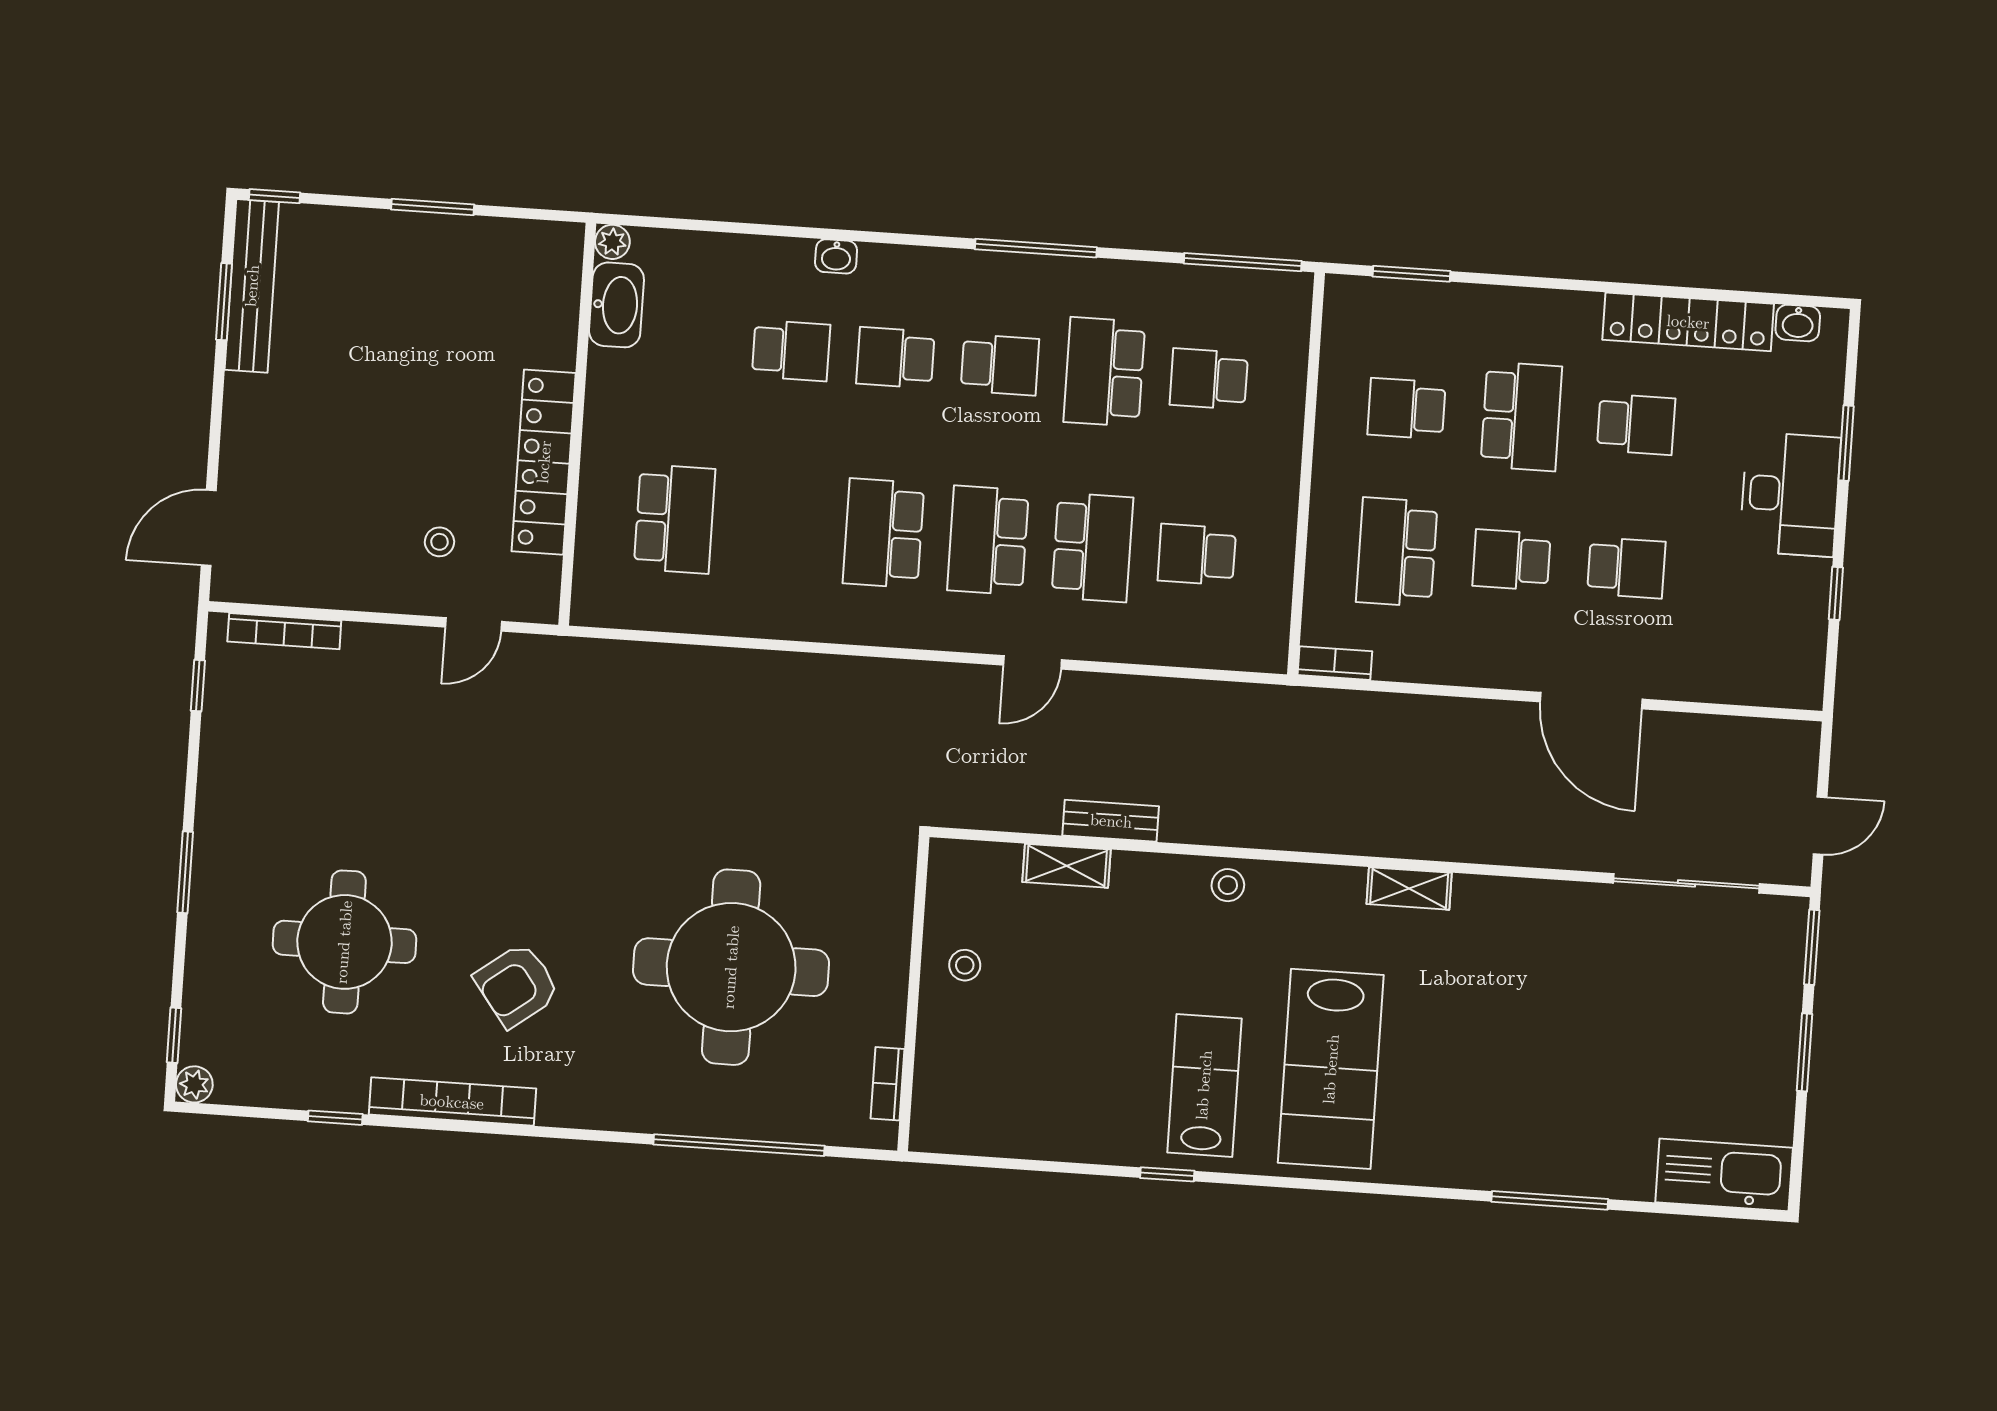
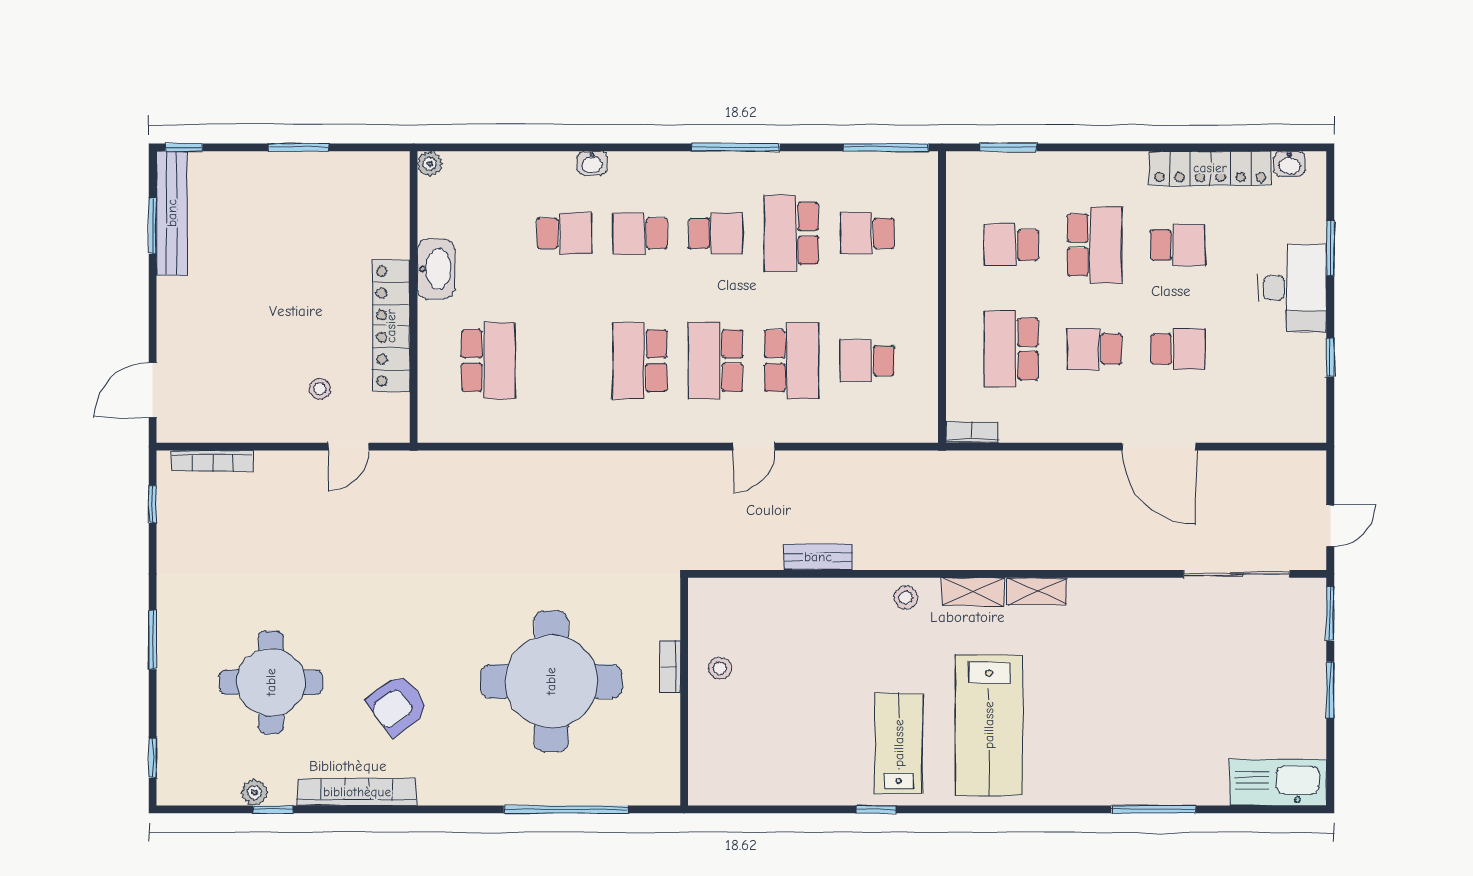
washbasin: (616, 305) -> (436, 269), moved
shelving: (1066, 866) -> (973, 592), moved
plant: (194, 1084) -> (254, 792), moved
bookcase: (888, 1084) -> (670, 667), moved

